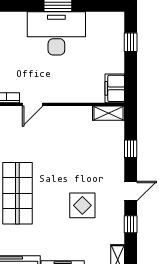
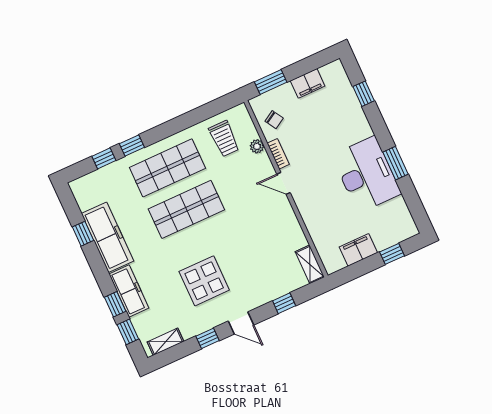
filing cabinet: (115, 88) -> (358, 250), moved
display table: (82, 205) -> (204, 281), width x1.36, depth x1.36

